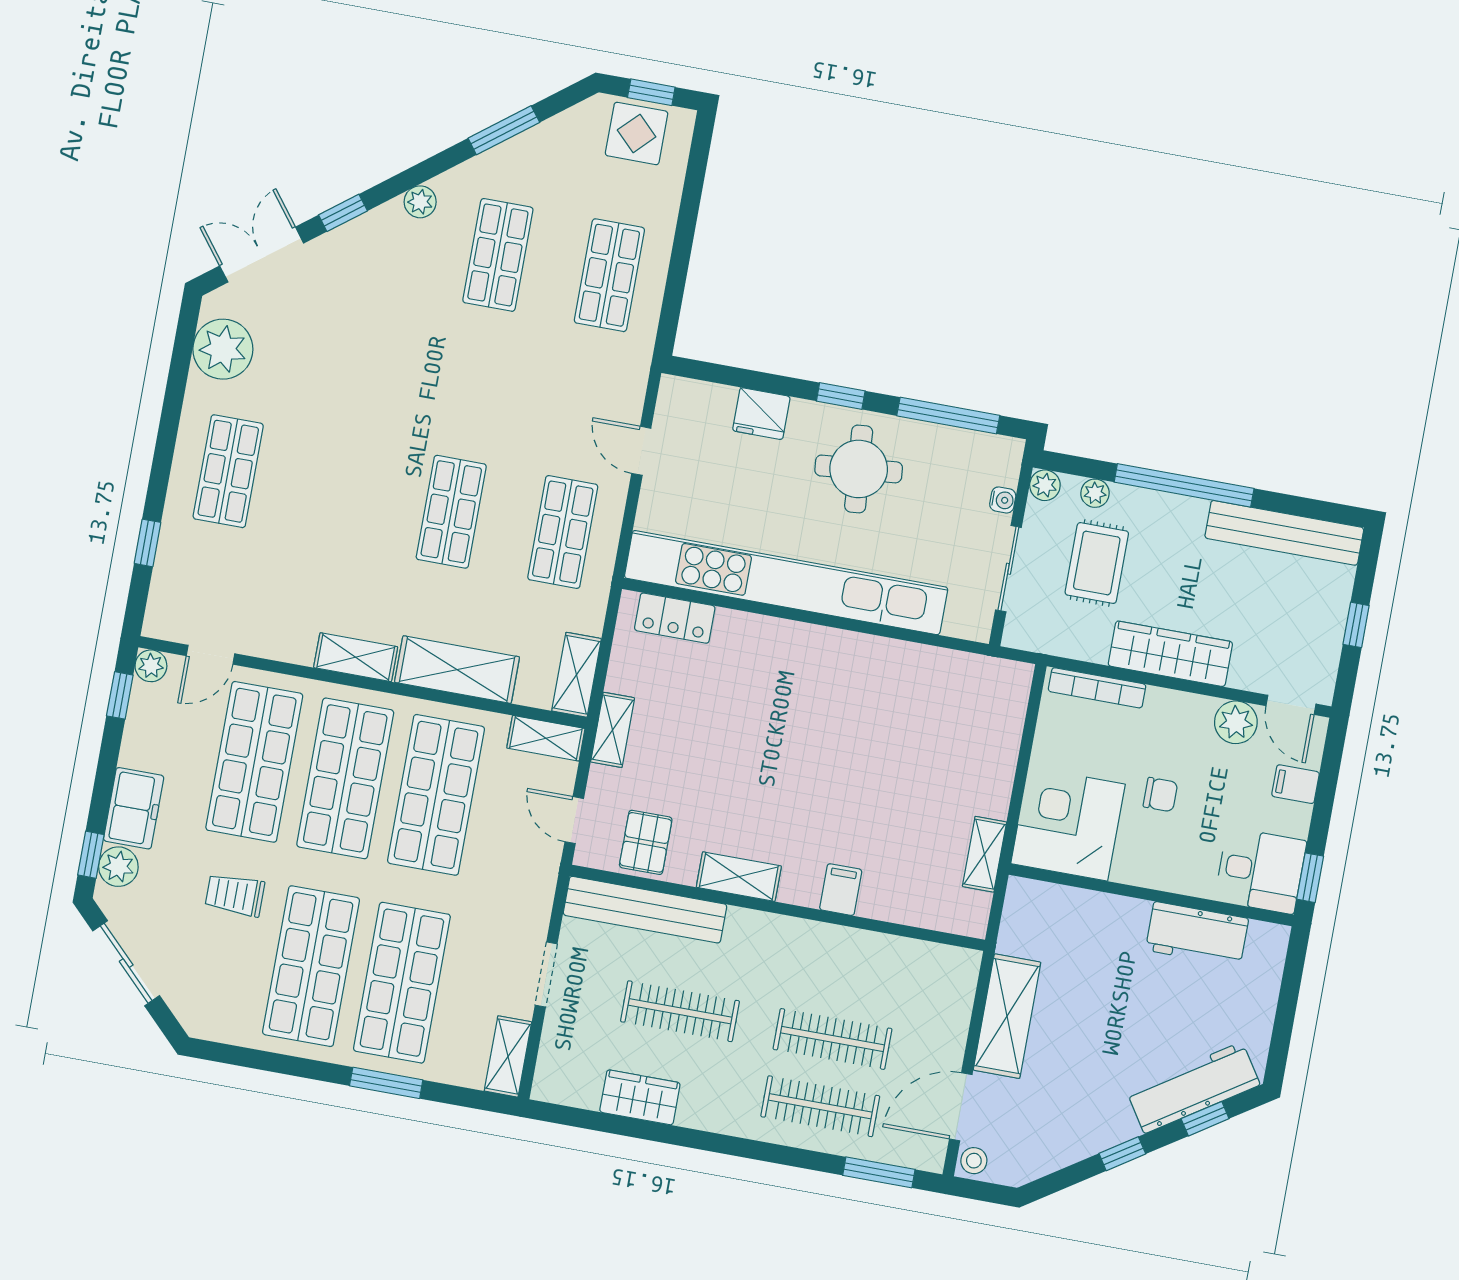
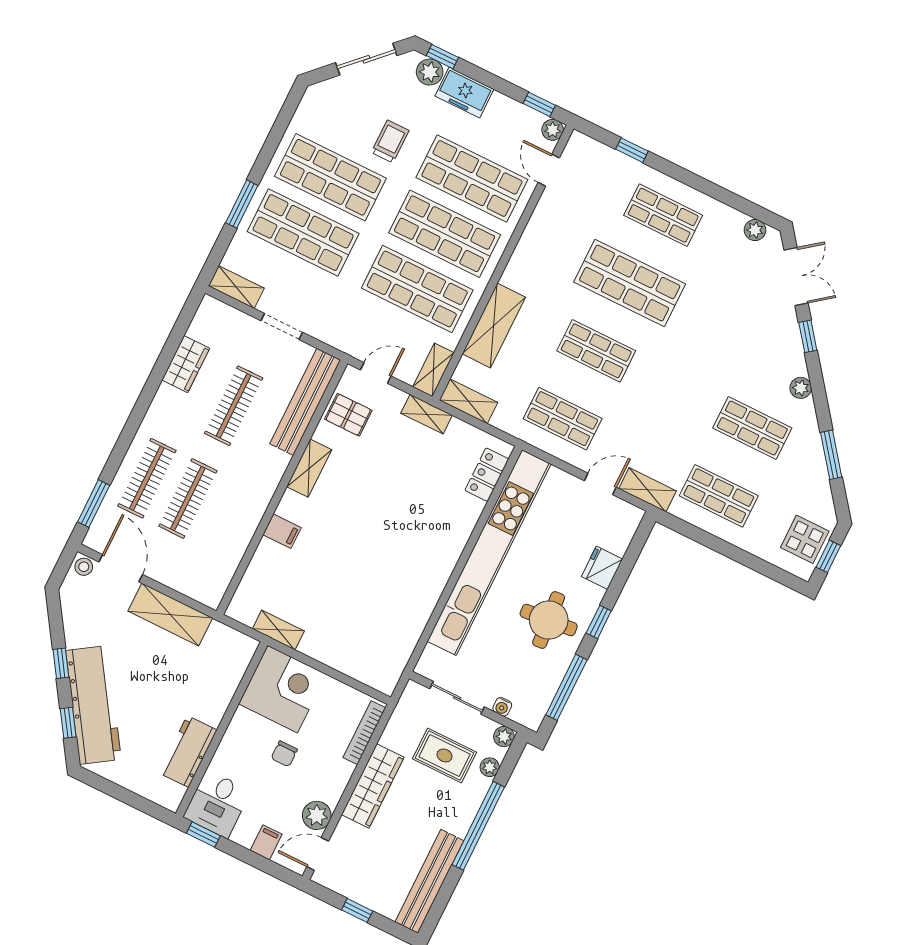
plant: (223, 349) -> (755, 230), width x0.53, depth x0.53
shop shelf: (340, 491) -> (630, 283), added
shelving: (356, 657) -> (647, 490), moved, turned 90
workbench: (1193, 1088) -> (93, 705), width x1.36, depth x1.32

